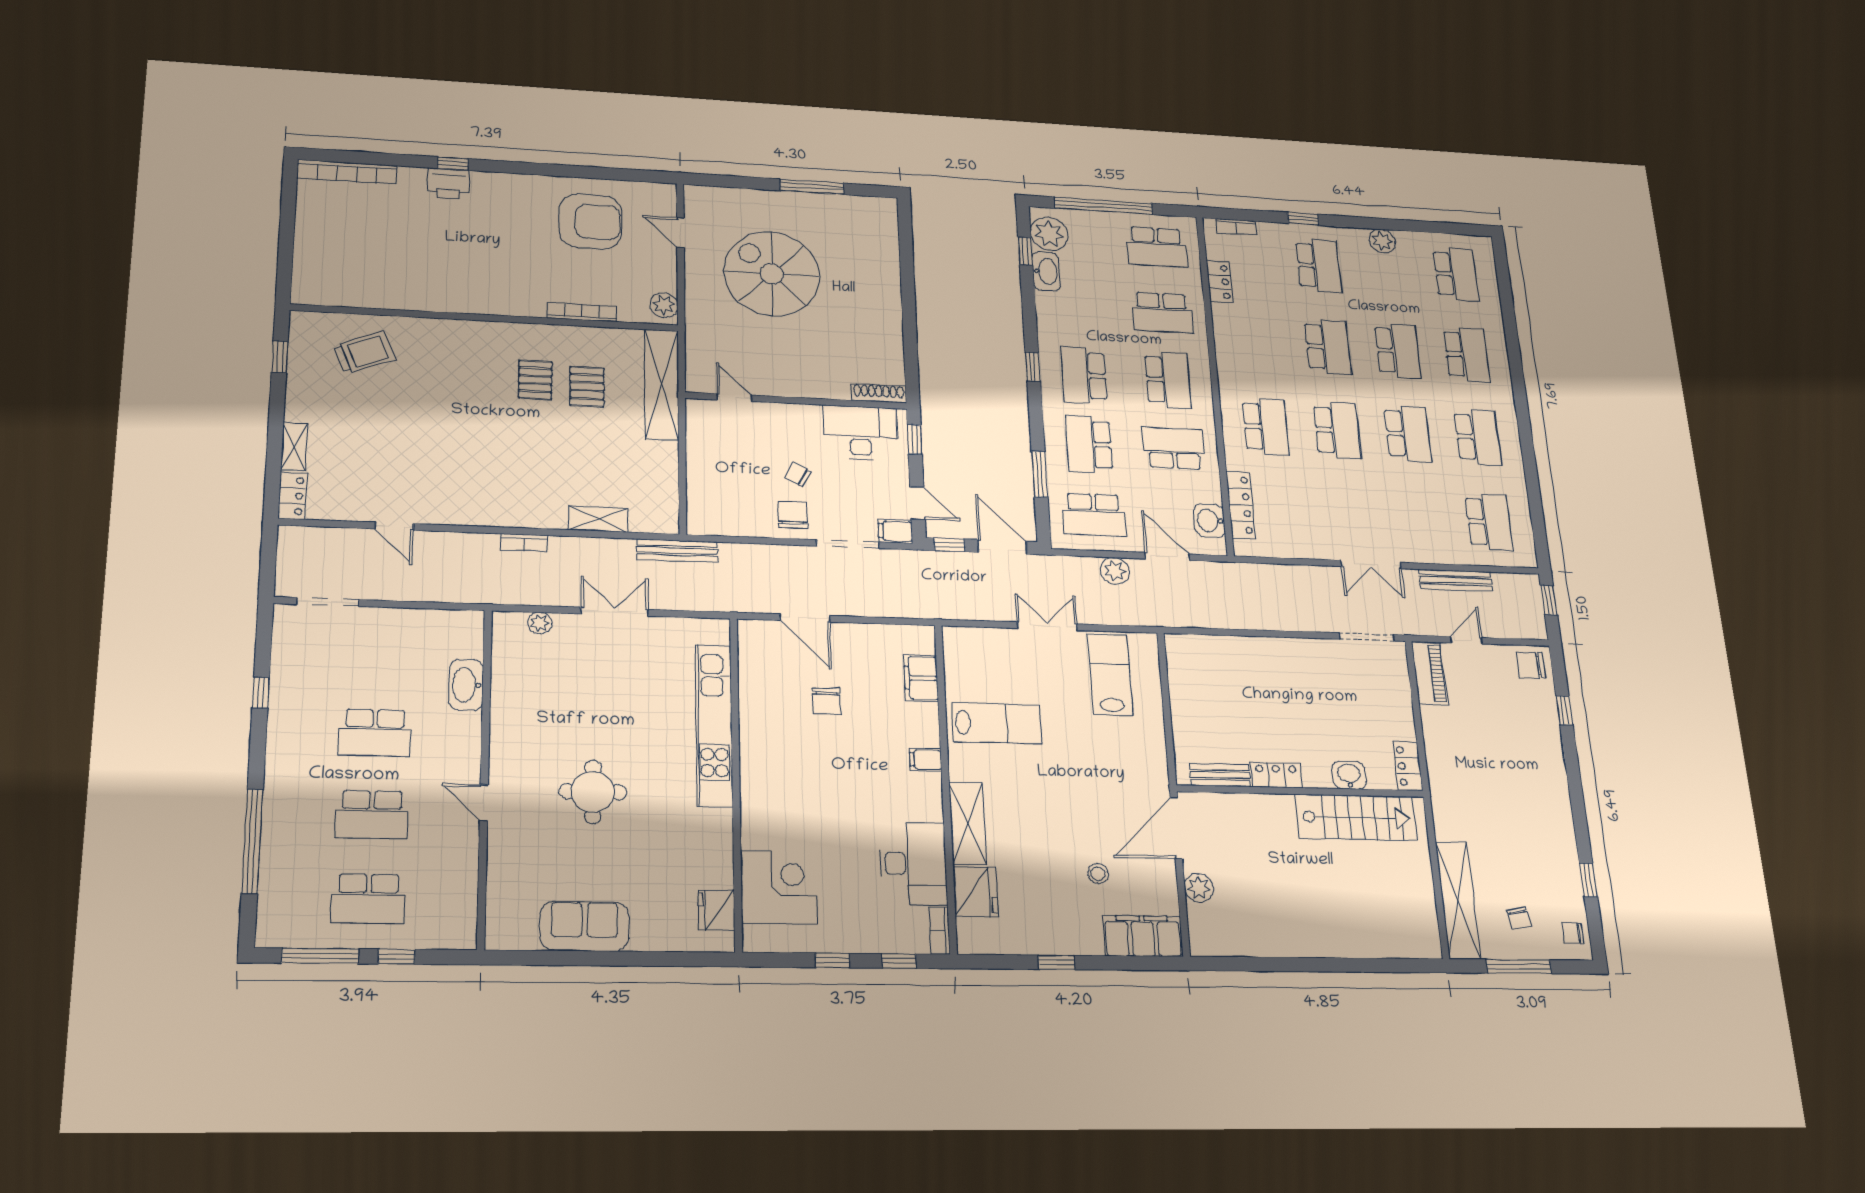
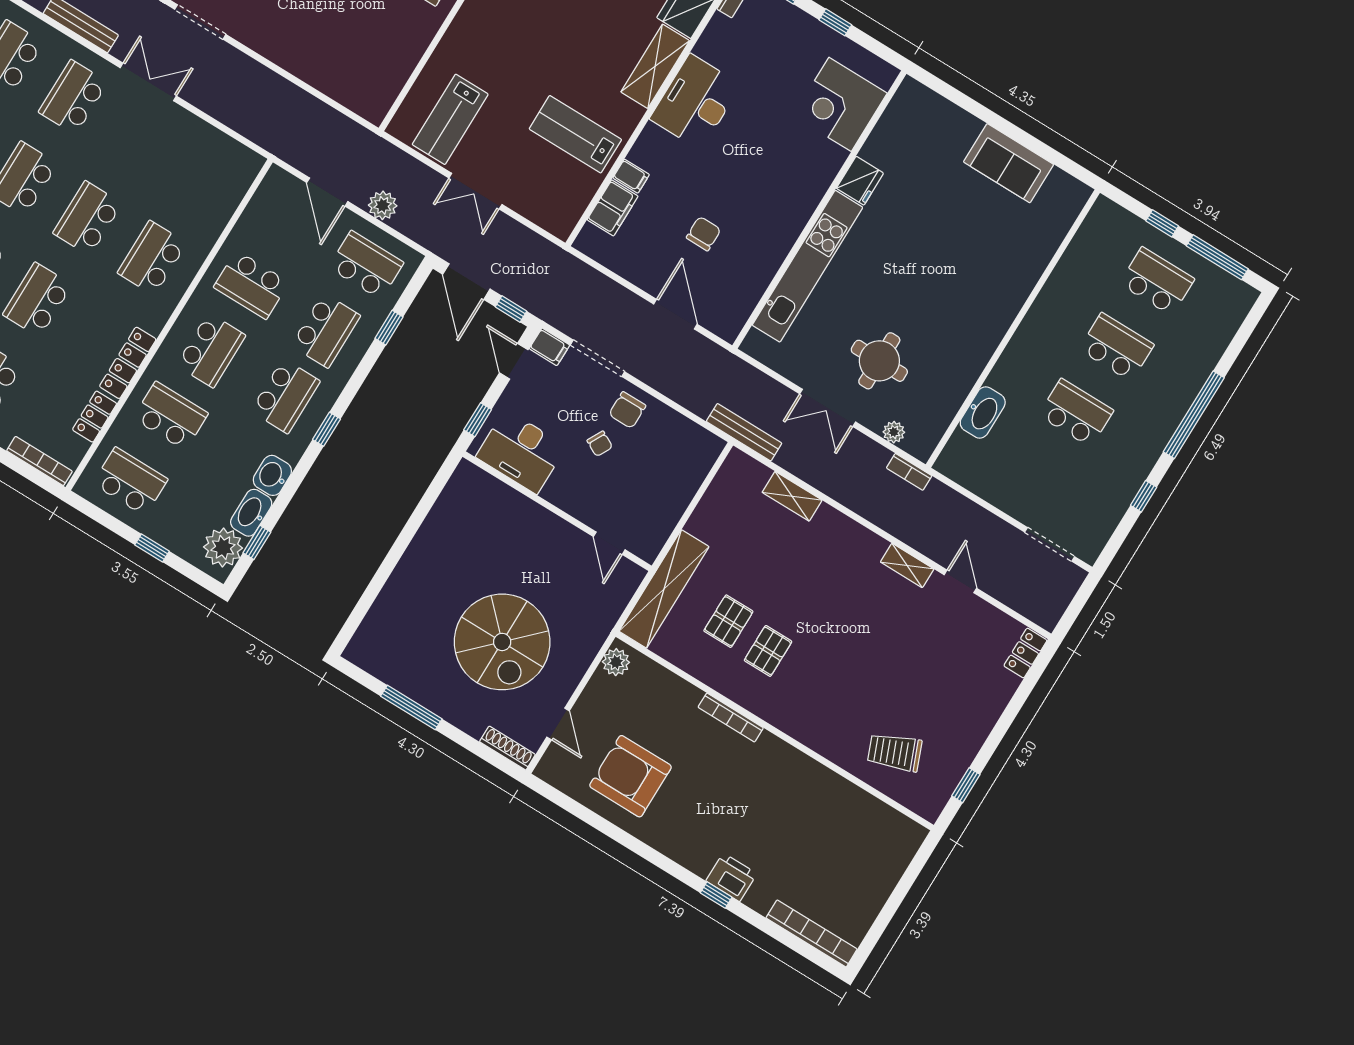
window: (1104, 206) -> (152, 548), width x0.32
bookcase: (1236, 227) -> (39, 461), width x1.56
bookcase: (582, 312) -> (731, 718), moved
school desk: (1168, 380) -> (211, 350), turned 180
shoe rack: (879, 393) -> (507, 748), moved, turned 180
shelving: (294, 447) -> (907, 565), moved, turned 90
window: (1040, 474) -> (389, 328), width x0.67
locker: (1241, 505) -> (128, 363), moved
school desk: (1418, 519) -> (73, 97), added
washbasin: (1210, 521) -> (272, 475), moved, turned 180
bookcase: (524, 543) -> (909, 472), moved, turned 180
filing cabinet: (926, 760) -> (631, 176), moved
round table: (593, 792) -> (879, 361), moved
door: (484, 803) -> (1026, 307), removed
window: (252, 841) -> (1194, 415), moved
desk: (913, 864) -> (695, 102), moved
fridge: (716, 910) -> (860, 181), moved

